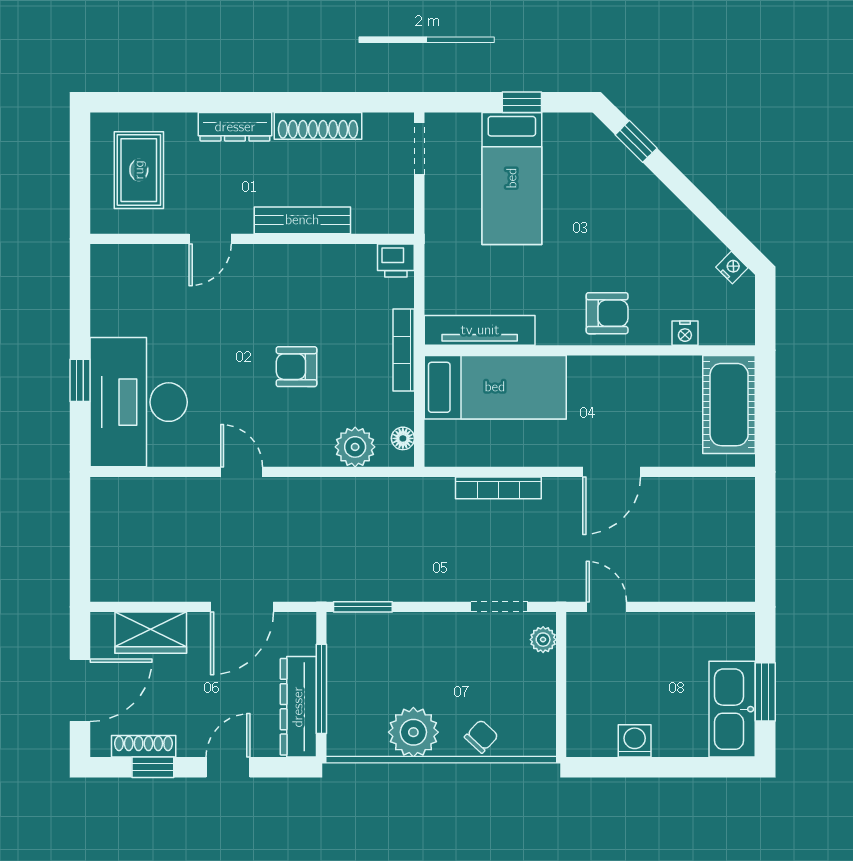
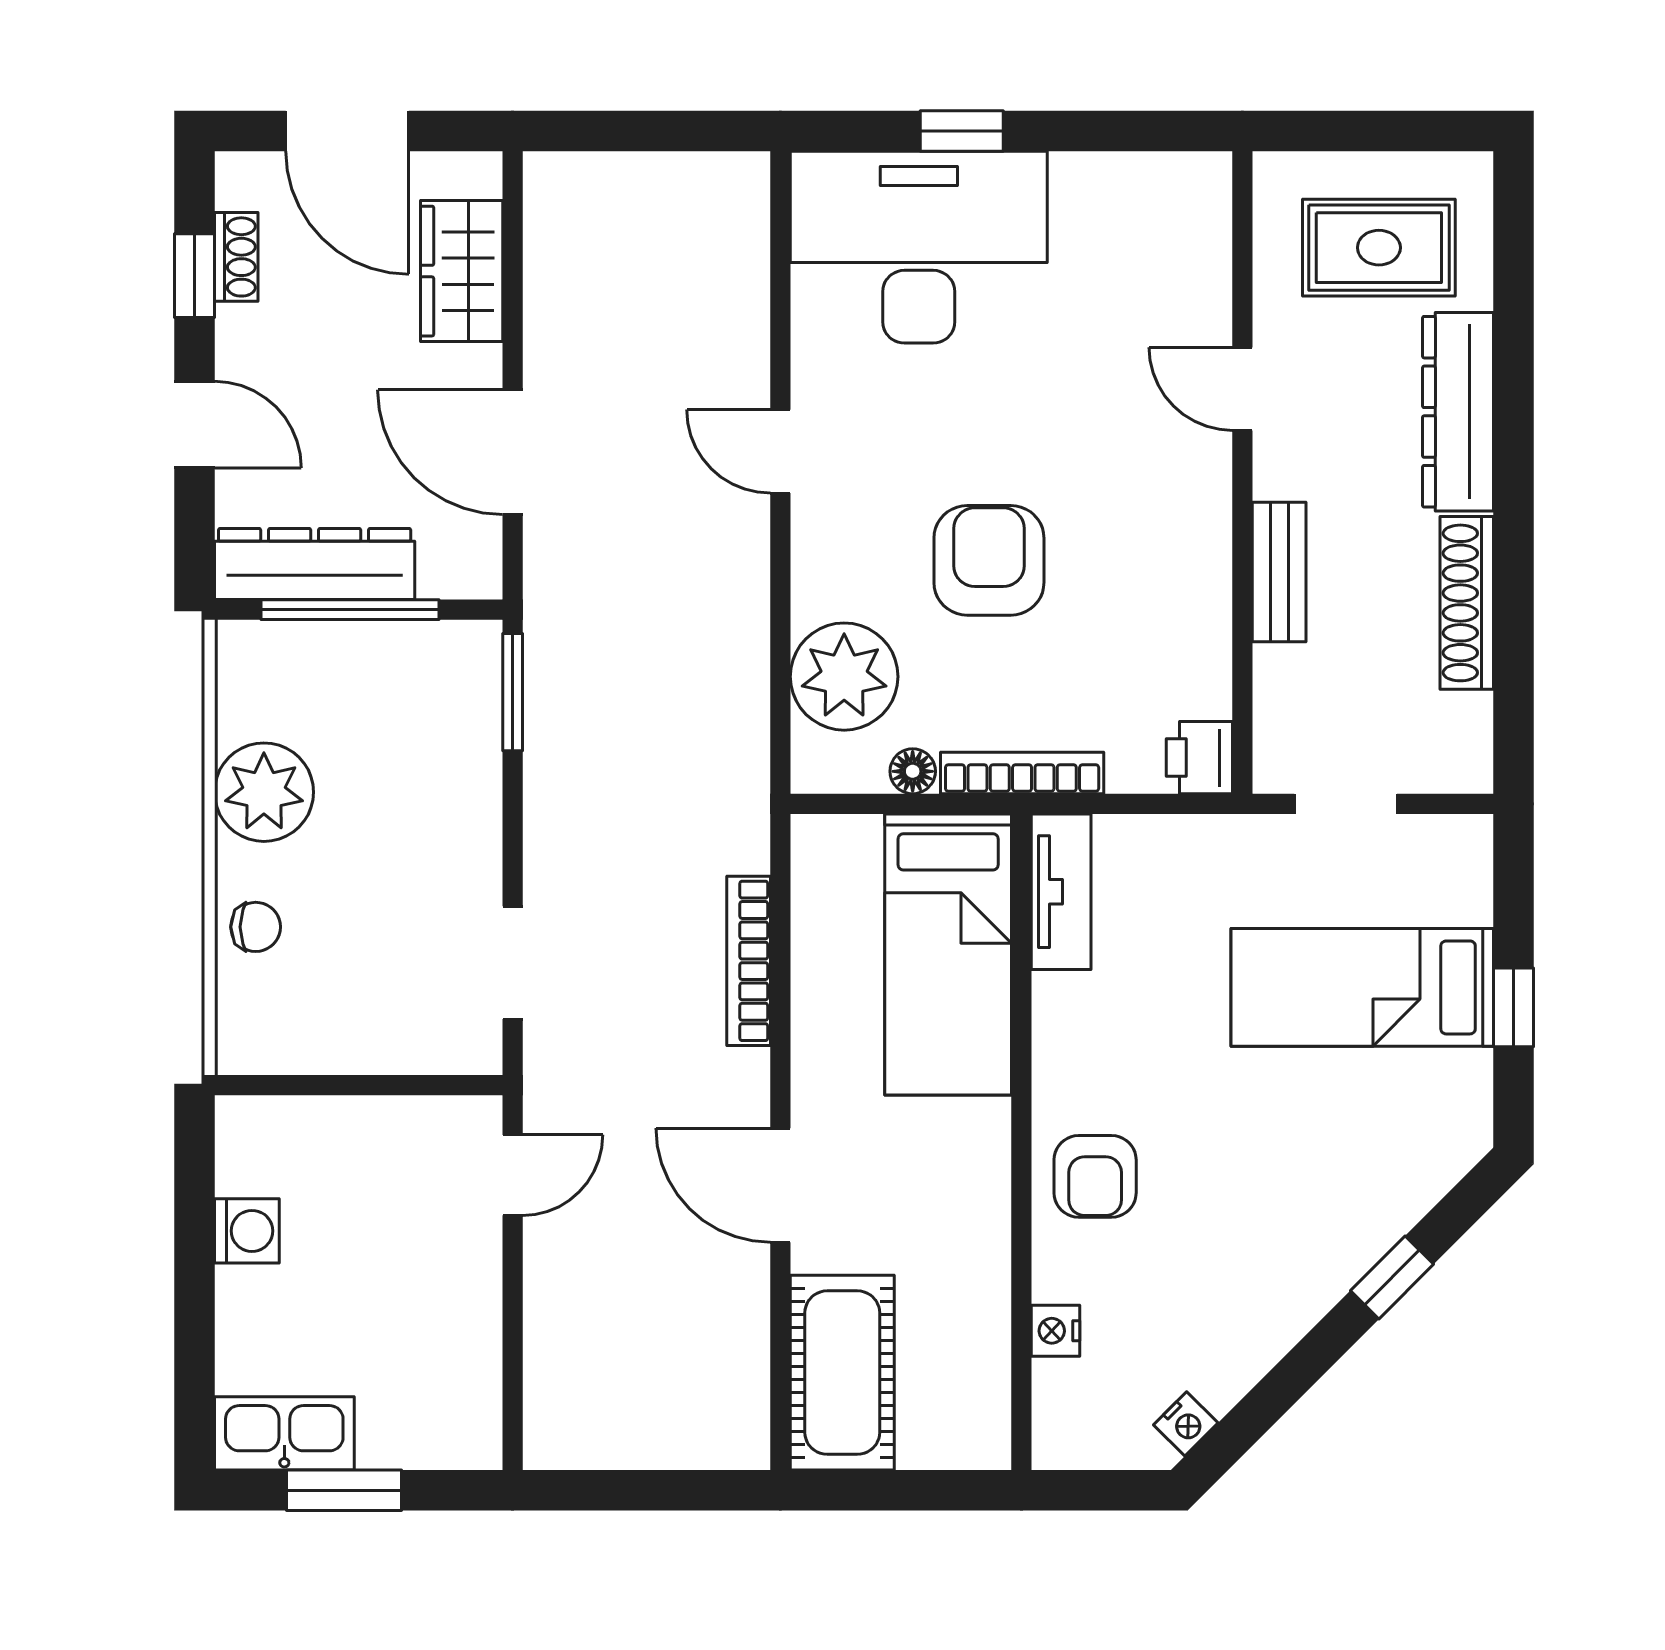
dresser: (235, 127) -> (1458, 412), width x1.37, depth x1.24
window: (636, 141) -> (1392, 1277), moved
doorway: (419, 149) -> (1346, 804), moved
bench: (302, 220) -> (1279, 572), width x0.73
tv unit: (480, 330) -> (1061, 892), width x0.71
armchair: (297, 367) -> (989, 560), width x1.38, depth x1.38
cot: (729, 405) -> (842, 1373), moved, turned 90
floor lamp: (403, 438) -> (913, 771), moved
plant: (355, 447) -> (844, 677), width x1.36, depth x1.36
door: (242, 472) -> (780, 451), swing flipped
plant: (543, 640) -> (448, 1049), removed
kitchen sink: (732, 709) -> (284, 1433), width x0.73, depth x0.81
chair: (481, 736) -> (256, 927), turned -43
shoe rack: (144, 746) -> (236, 257), width x0.70

